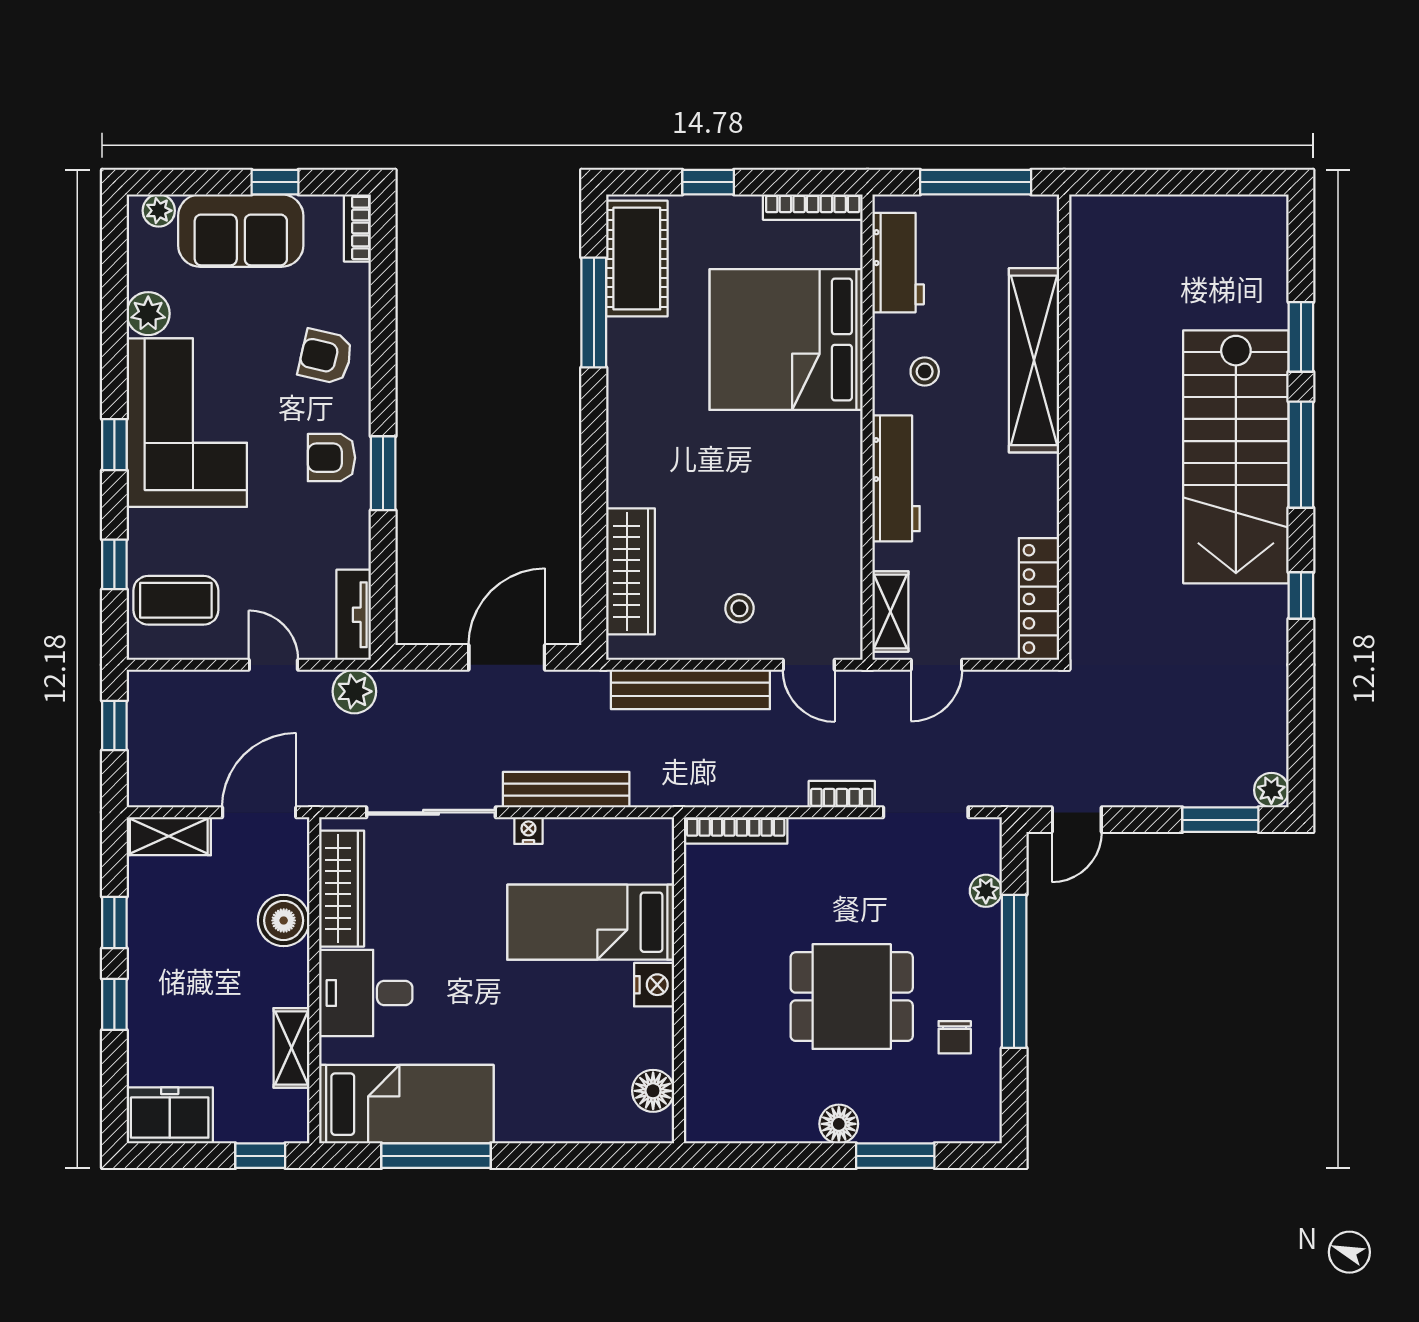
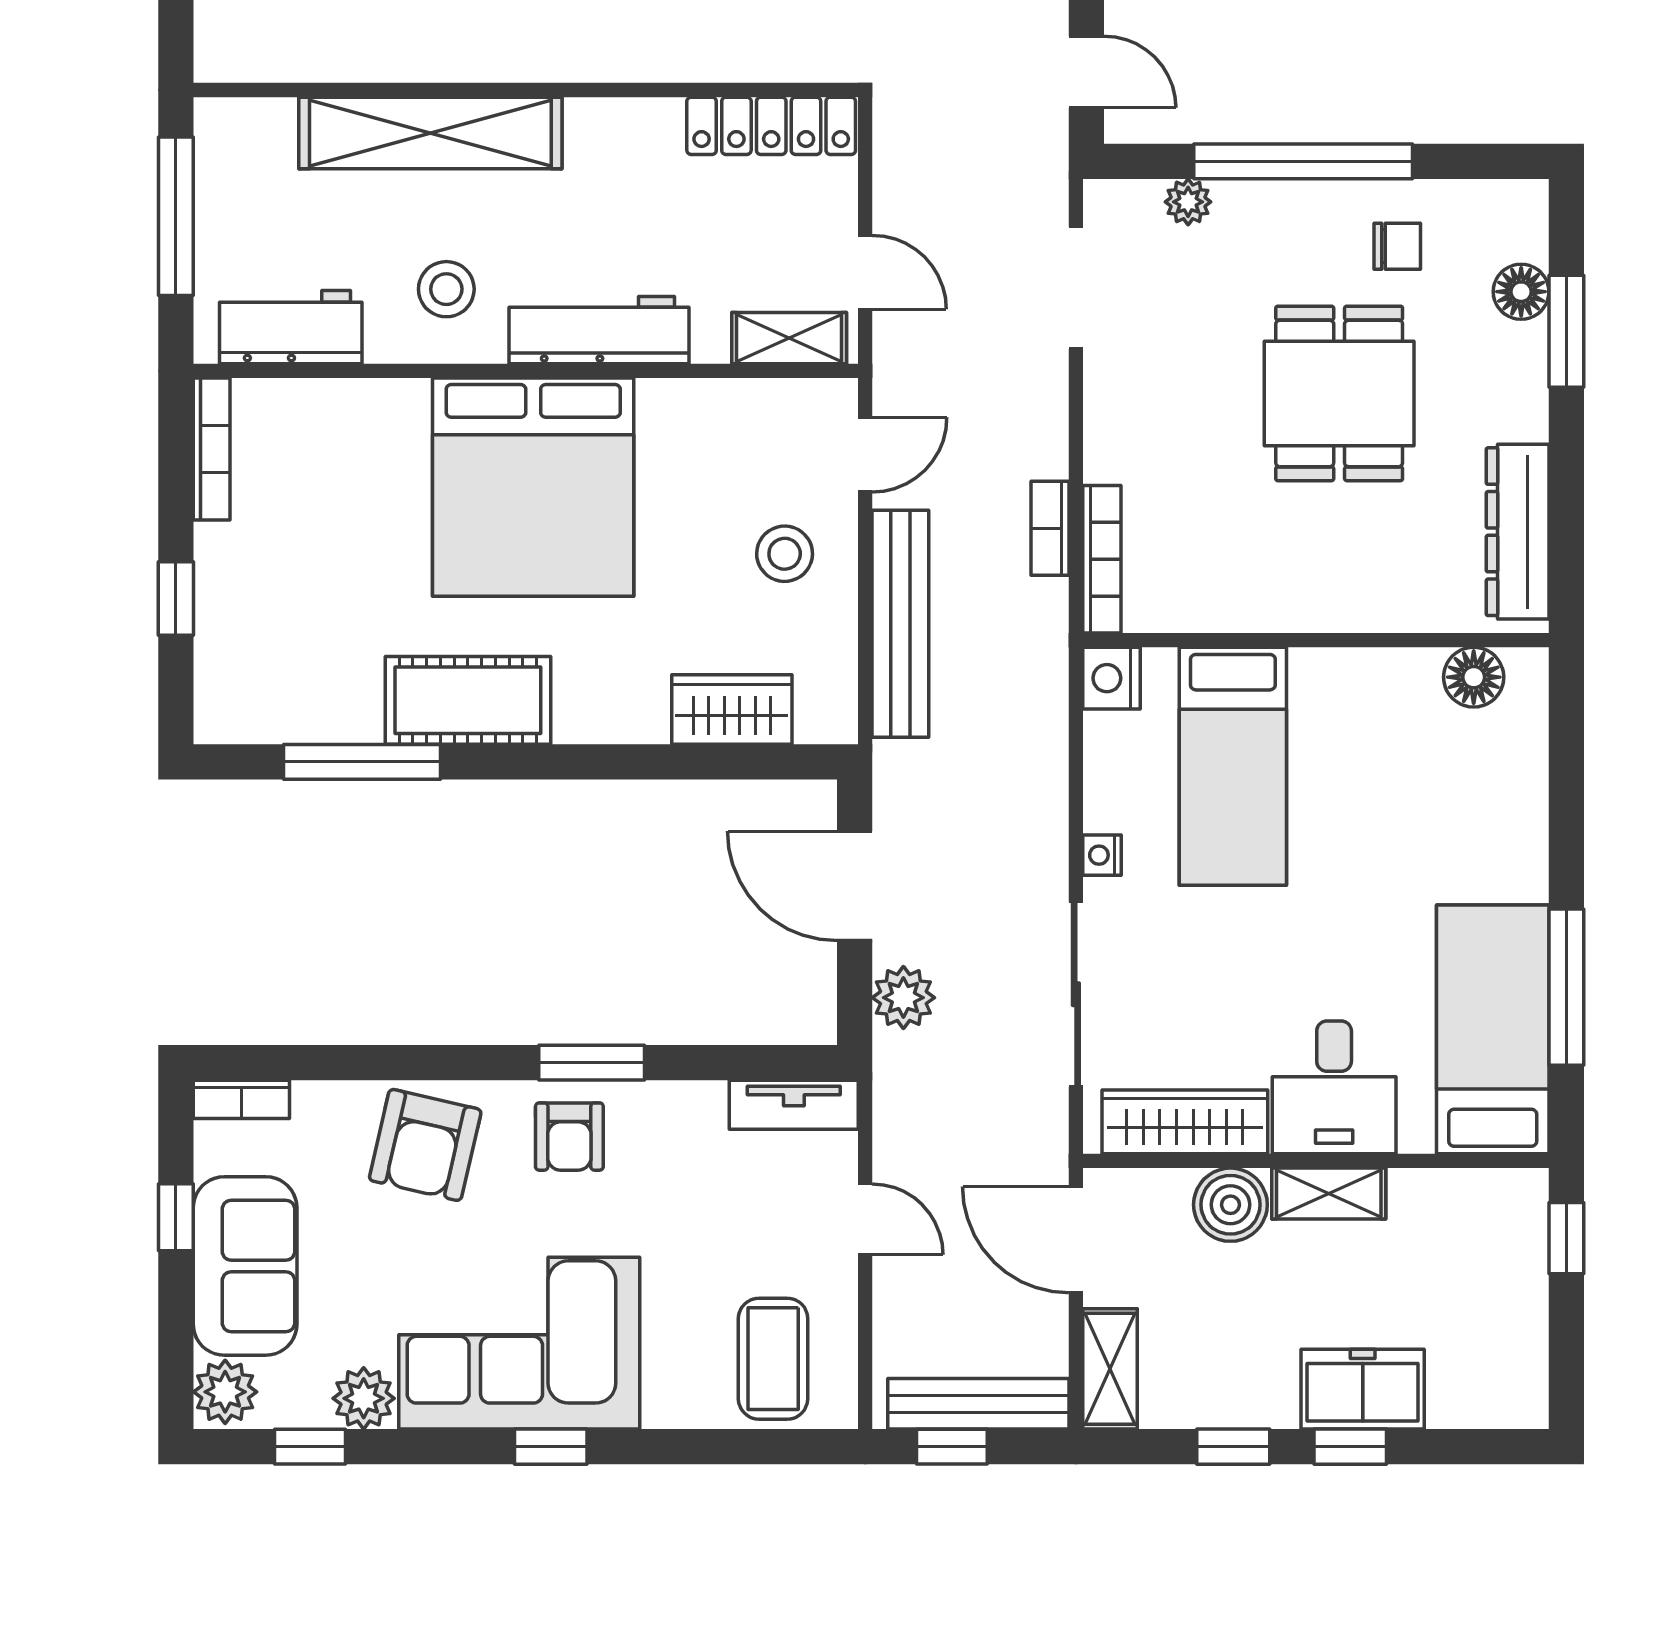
plant: (159, 211) -> (225, 1392), width x1.38, depth x1.38
cot: (637, 259) -> (468, 700), moved
bed: (786, 340) -> (533, 487), moved
armchair: (326, 357) -> (425, 1145), width x1.38, depth x1.38
stool: (925, 371) -> (446, 289), width x1.37, depth x1.37
window: (114, 564) -> (310, 1447), moved
wardrobe: (630, 571) -> (732, 709), width x0.67
stool: (739, 608) -> (785, 554), width x1.37, depth x1.37
door: (273, 665) -> (865, 1219), swing flipped
plant: (354, 691) -> (903, 998), moved
bench: (566, 790) -> (978, 1404), moved, turned 90
bookcase: (842, 794) -> (1050, 528), moved
nightstand: (654, 985) -> (1111, 678), moved, turned -90
shelving: (291, 1048) -> (1329, 1194), moved
freezer: (170, 1115) -> (1363, 1389), moved, turned 90
dresser: (755, 1121) -> (1518, 532), added
floor lamp: (839, 1124) -> (1521, 292), moved

